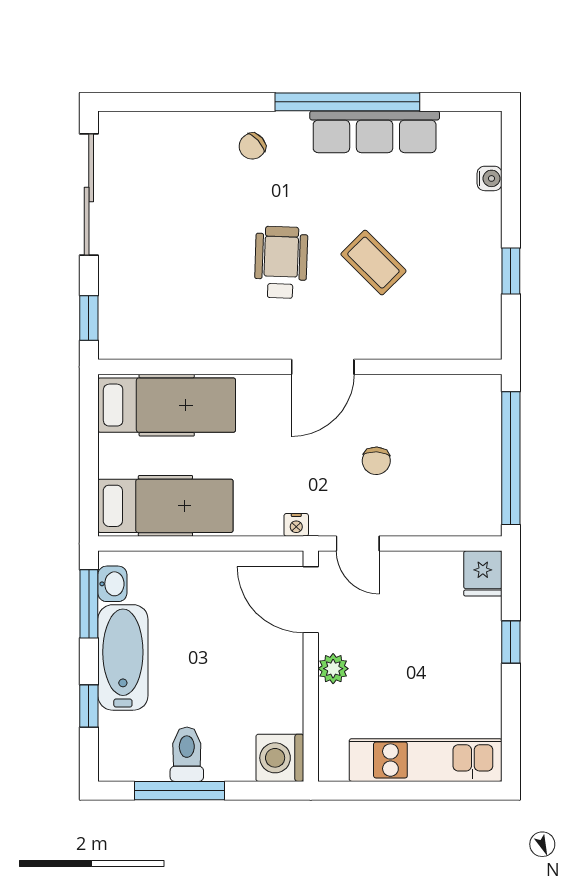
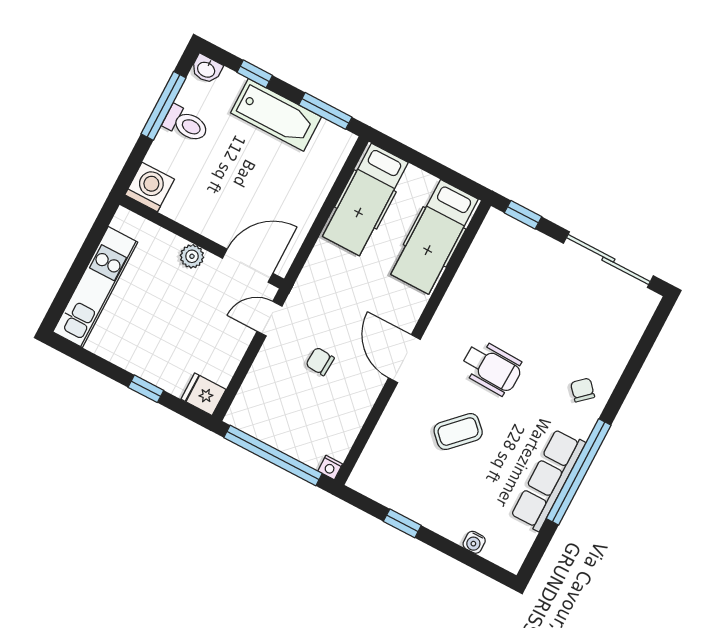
nightstand: (296, 525) -> (330, 467), moved, turned -90
washbasin: (112, 584) -> (206, 69), moved

